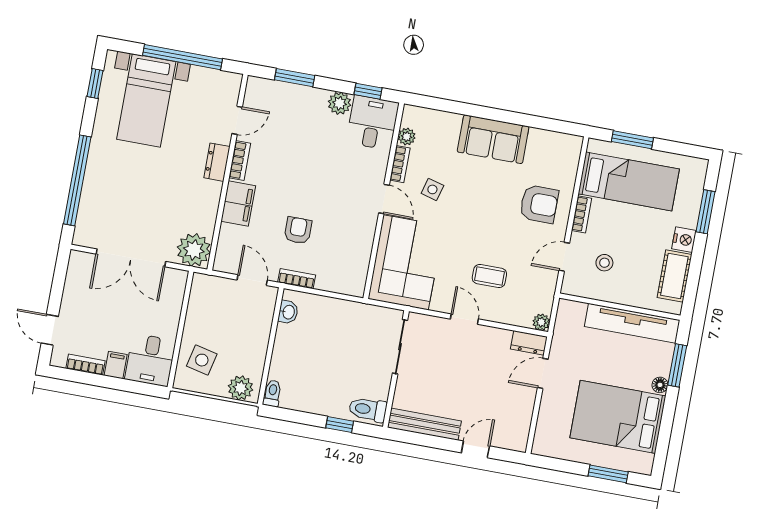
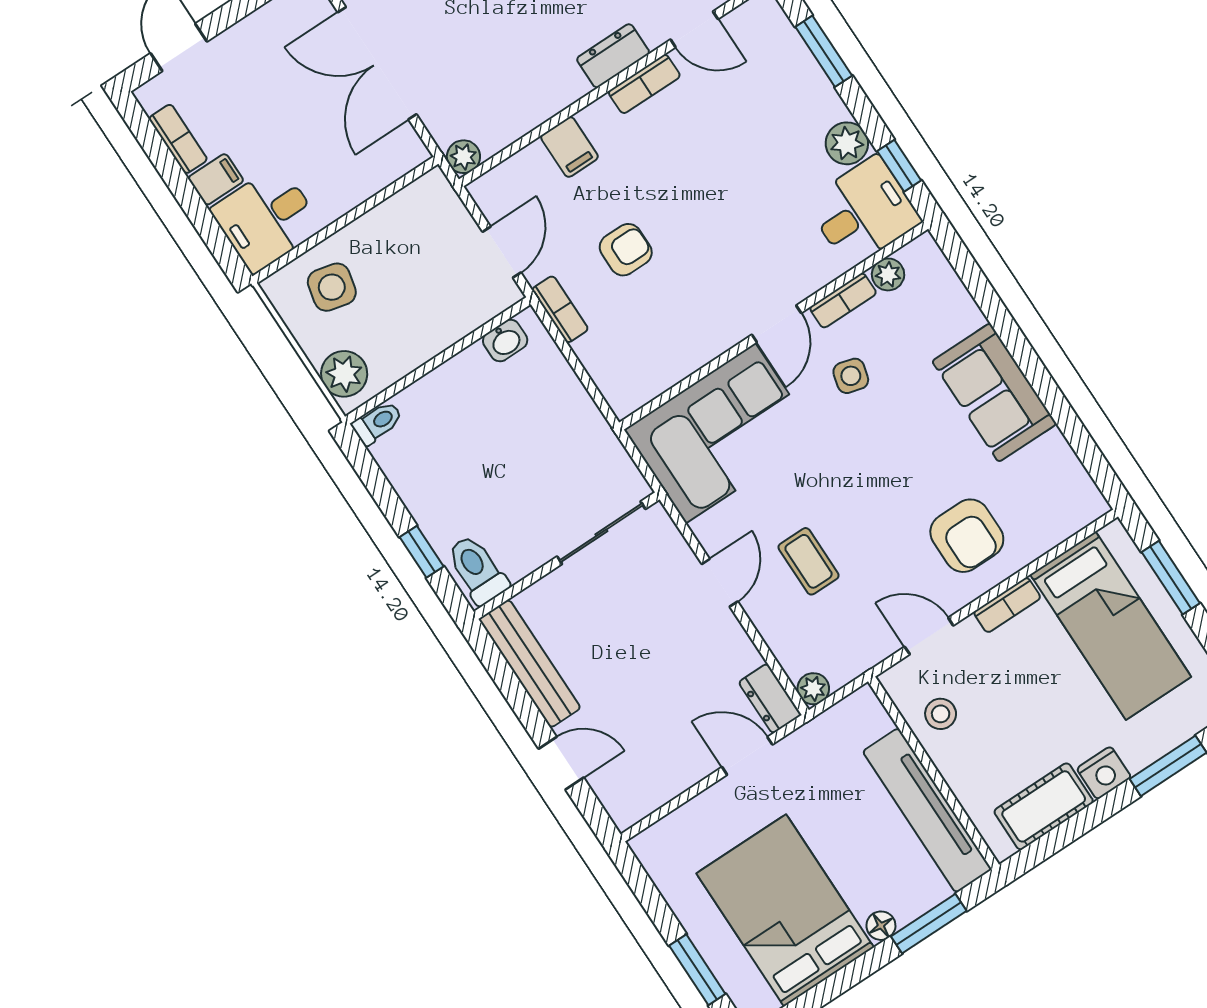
filing cabinet: (238, 204) -> (569, 147), width x0.50
plant: (194, 250) -> (463, 157), width x0.53, depth x0.53
stool: (604, 263) -> (941, 714), moved

